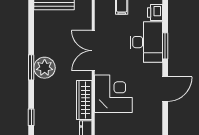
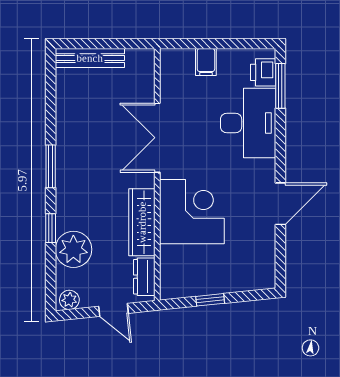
window: (165, 46) -> (280, 86), moved
plant: (45, 68) -> (73, 249), moved
window: (31, 117) -> (51, 228), moved

